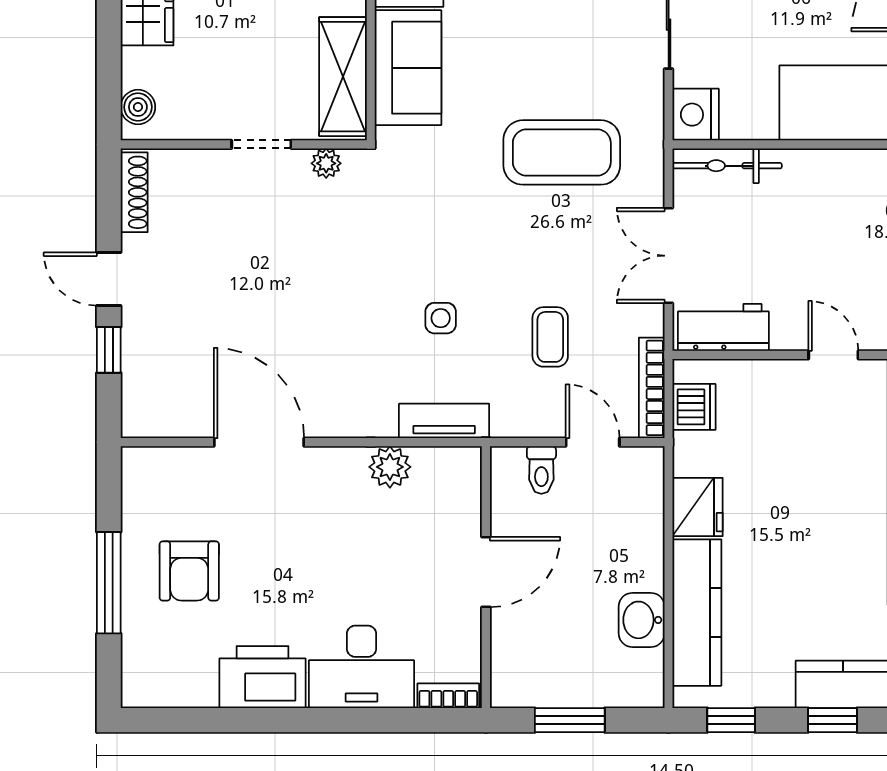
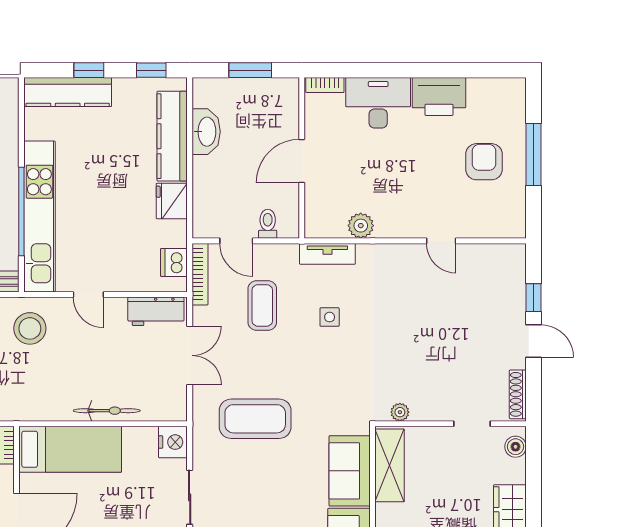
doorway: (261, 144) -> (472, 424), moved
bicycle: (727, 166) -> (107, 411), moved
coffee table: (550, 337) -> (262, 305), width x1.36, depth x1.30
door: (259, 442) -> (441, 241), width x0.53
washbasin: (642, 620) -> (206, 132), width x1.38

